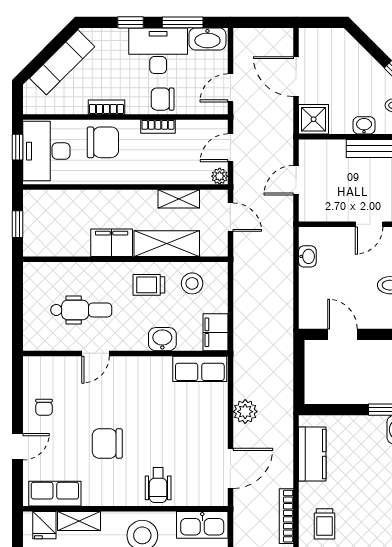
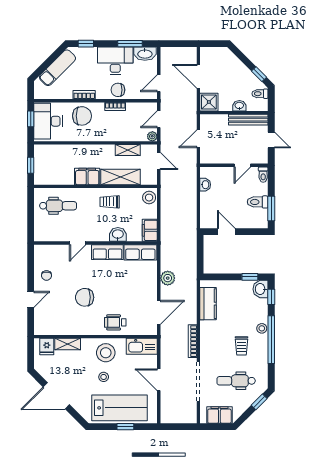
window: (131, 22) -> (86, 44), moved
stool: (192, 283) -> (149, 198), moved
dental chair: (81, 310) -> (58, 206), moved
wheelchair: (158, 485) -> (115, 322), turned 90
row of seats: (55, 494) -> (107, 252), moved, turned 180
trolley: (325, 524) -> (242, 346), moved

